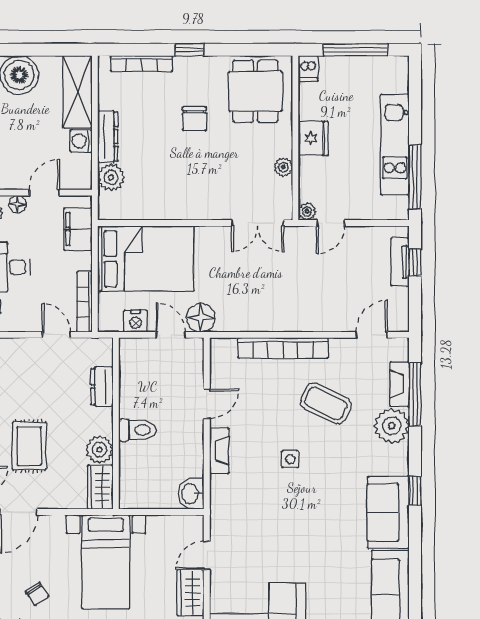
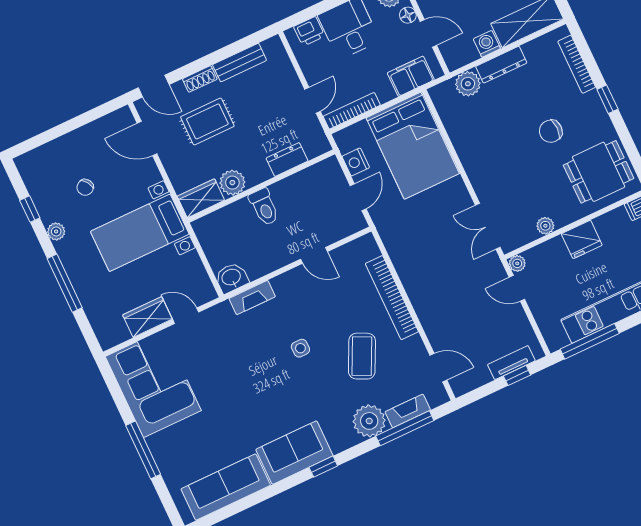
floor lamp: (201, 318) -> (385, 216), removed
fireplace: (219, 451) -> (252, 298), moved

